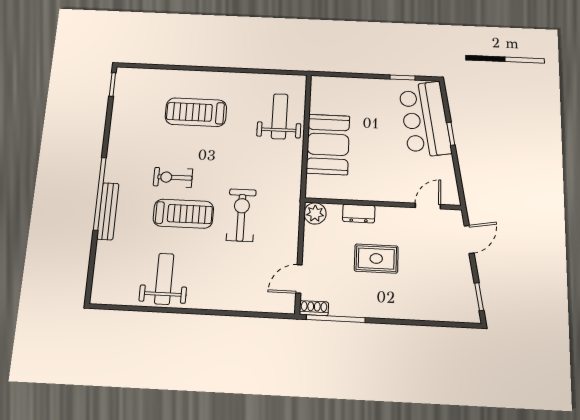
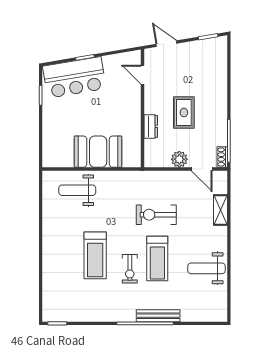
treadmill: (196, 112) -> (95, 255), moved
plant: (315, 213) -> (179, 159), moved
treadmill: (183, 214) -> (157, 258), turned 180
shelving: (242, 302) -> (220, 210), added

